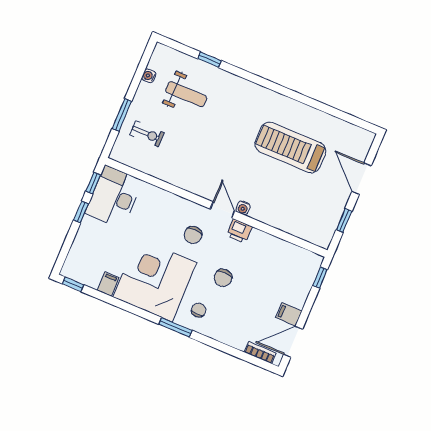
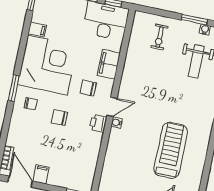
window: (122, 115) -> (194, 20), moved
filing cabinet: (169, 204) -> (109, 64), added

